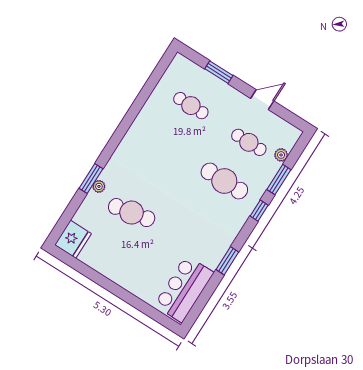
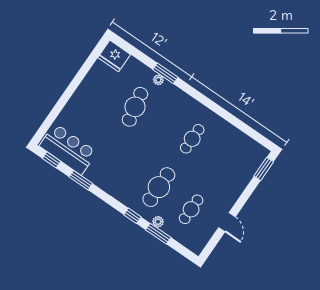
window: (219, 72) -> (264, 169), moved
cafe table: (191, 106) -> (192, 139), moved
plant: (281, 155) -> (158, 222), moved
window: (227, 261) -> (81, 180), moved
window: (197, 308) -> (51, 160), added

